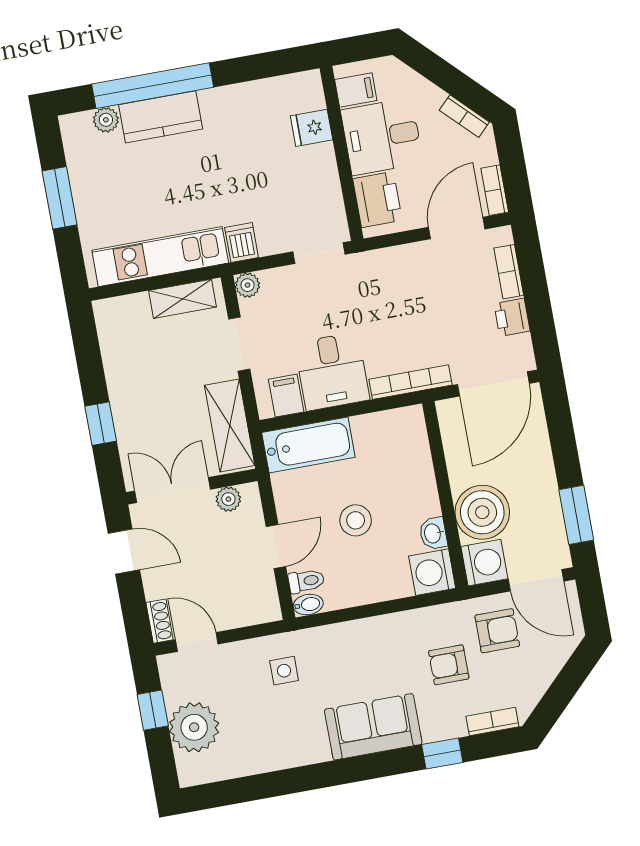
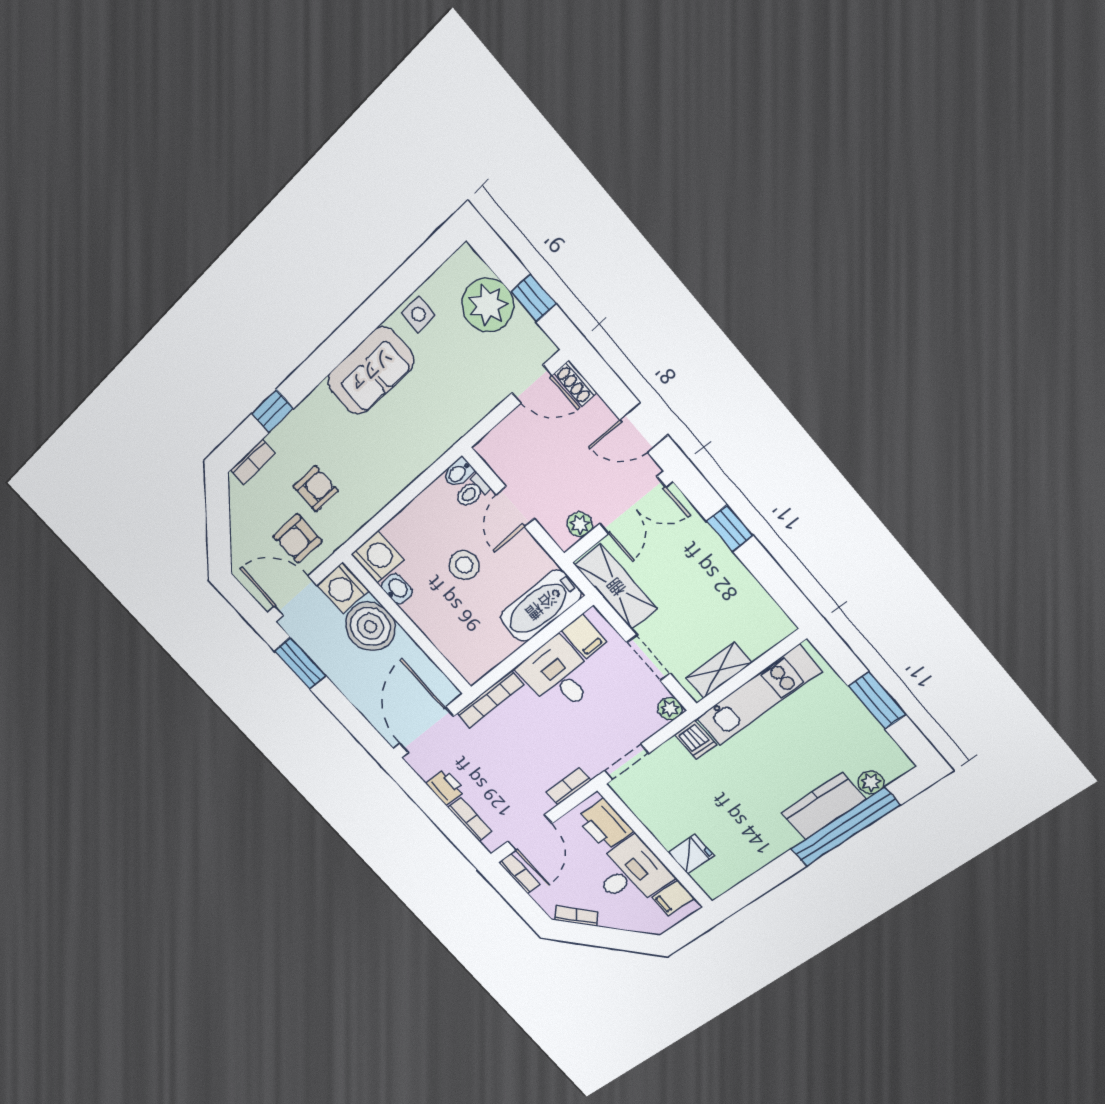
bookcase: (389, 257) -> (569, 786), added
side table: (284, 671) -> (419, 314), moved
sofa: (373, 727) -> (371, 371), moved

